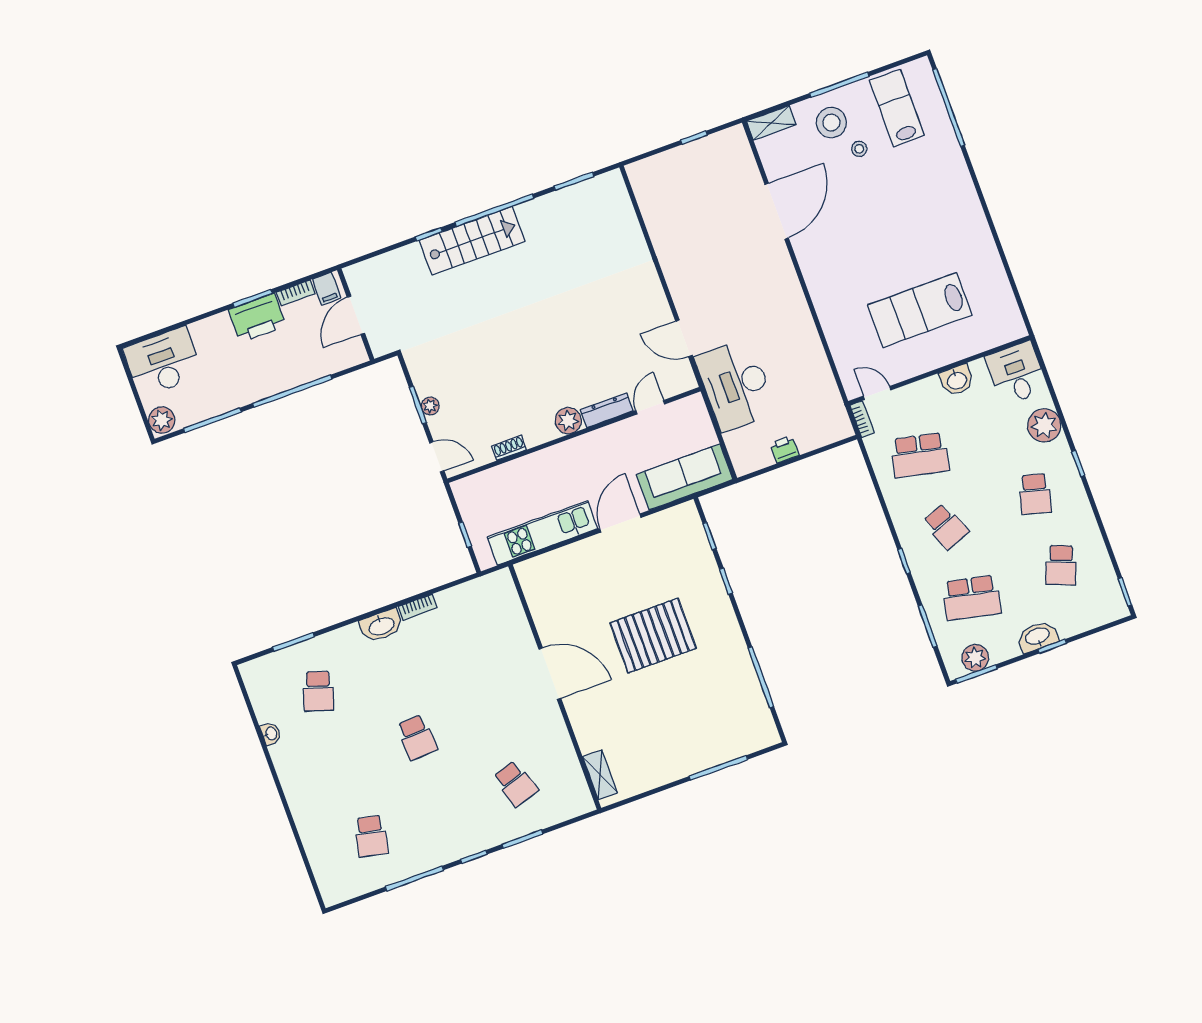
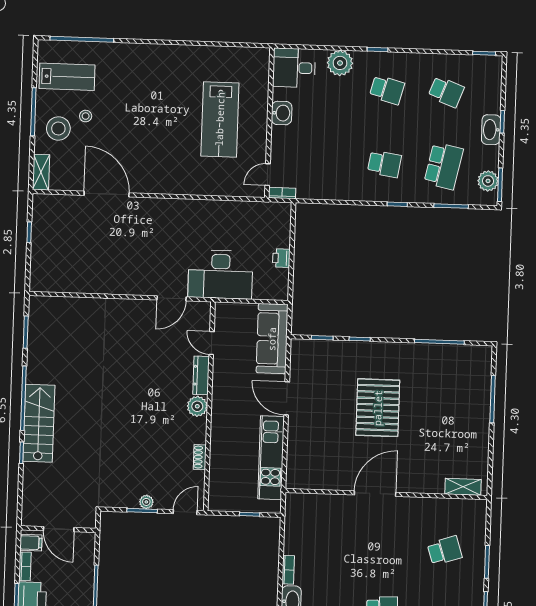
lab bench: (897, 108) -> (67, 77), turned 180
school desk: (920, 455) -> (325, 162), removed
school desk: (946, 527) -> (384, 164), turned 30

